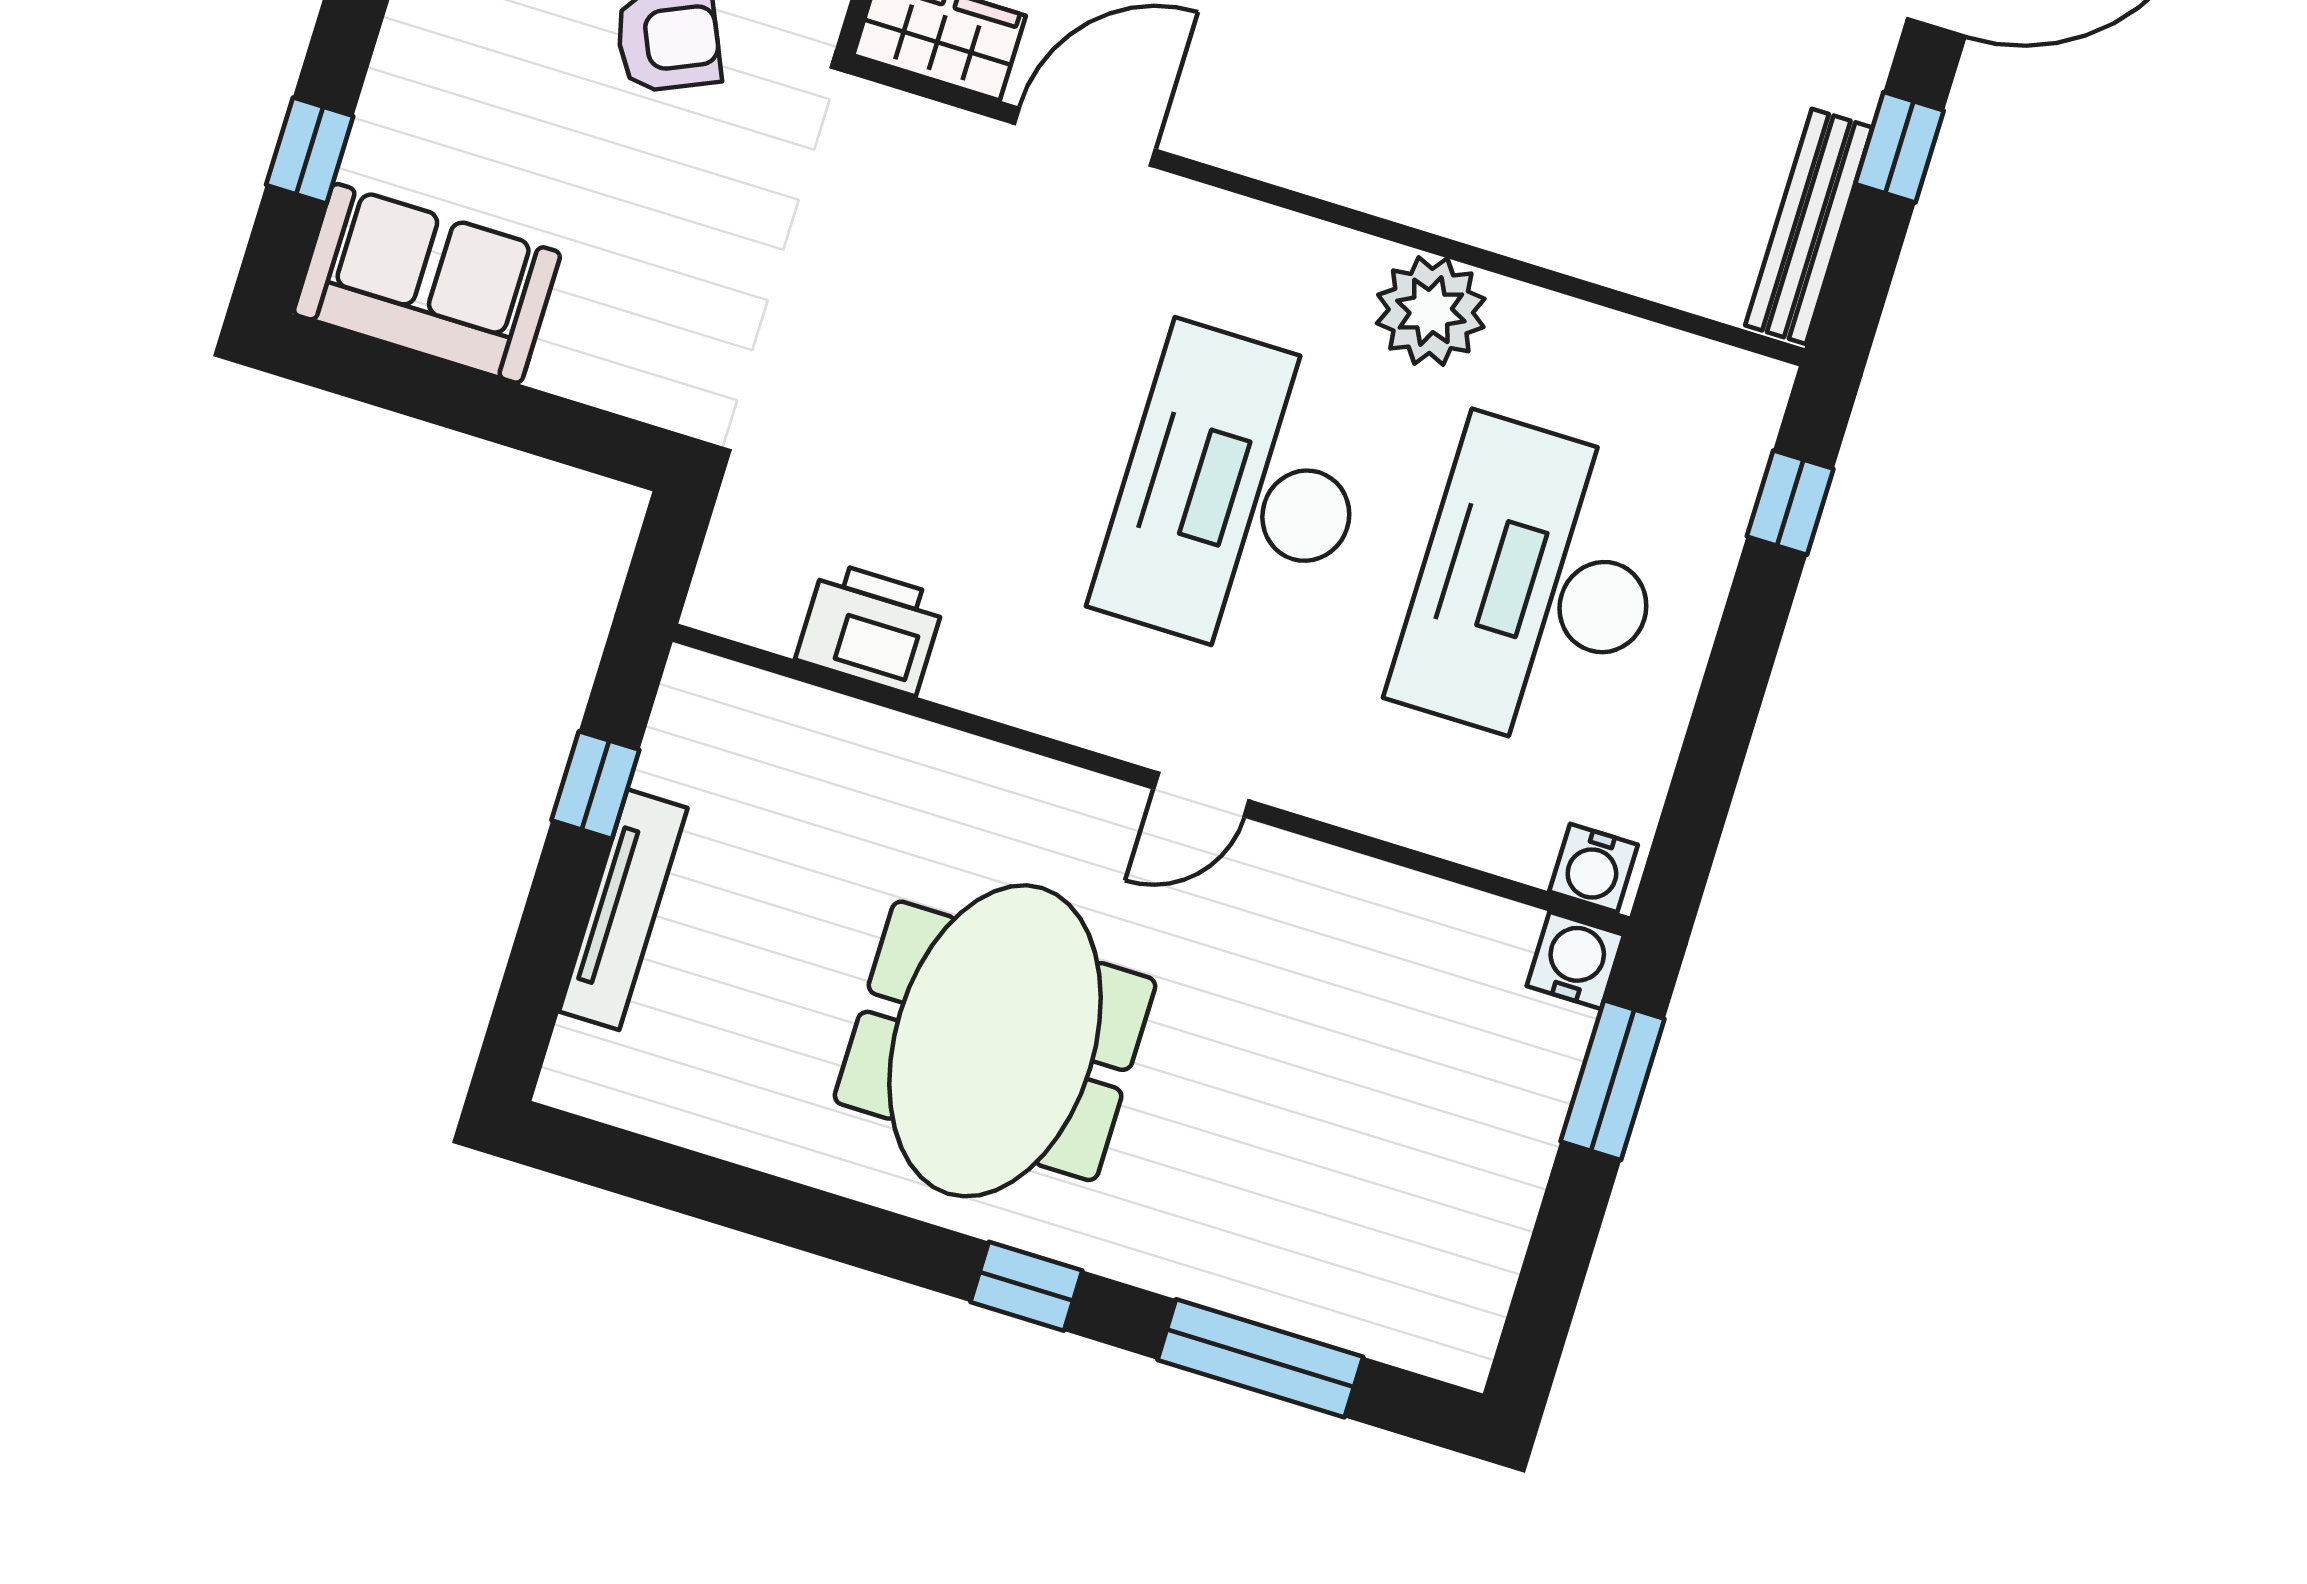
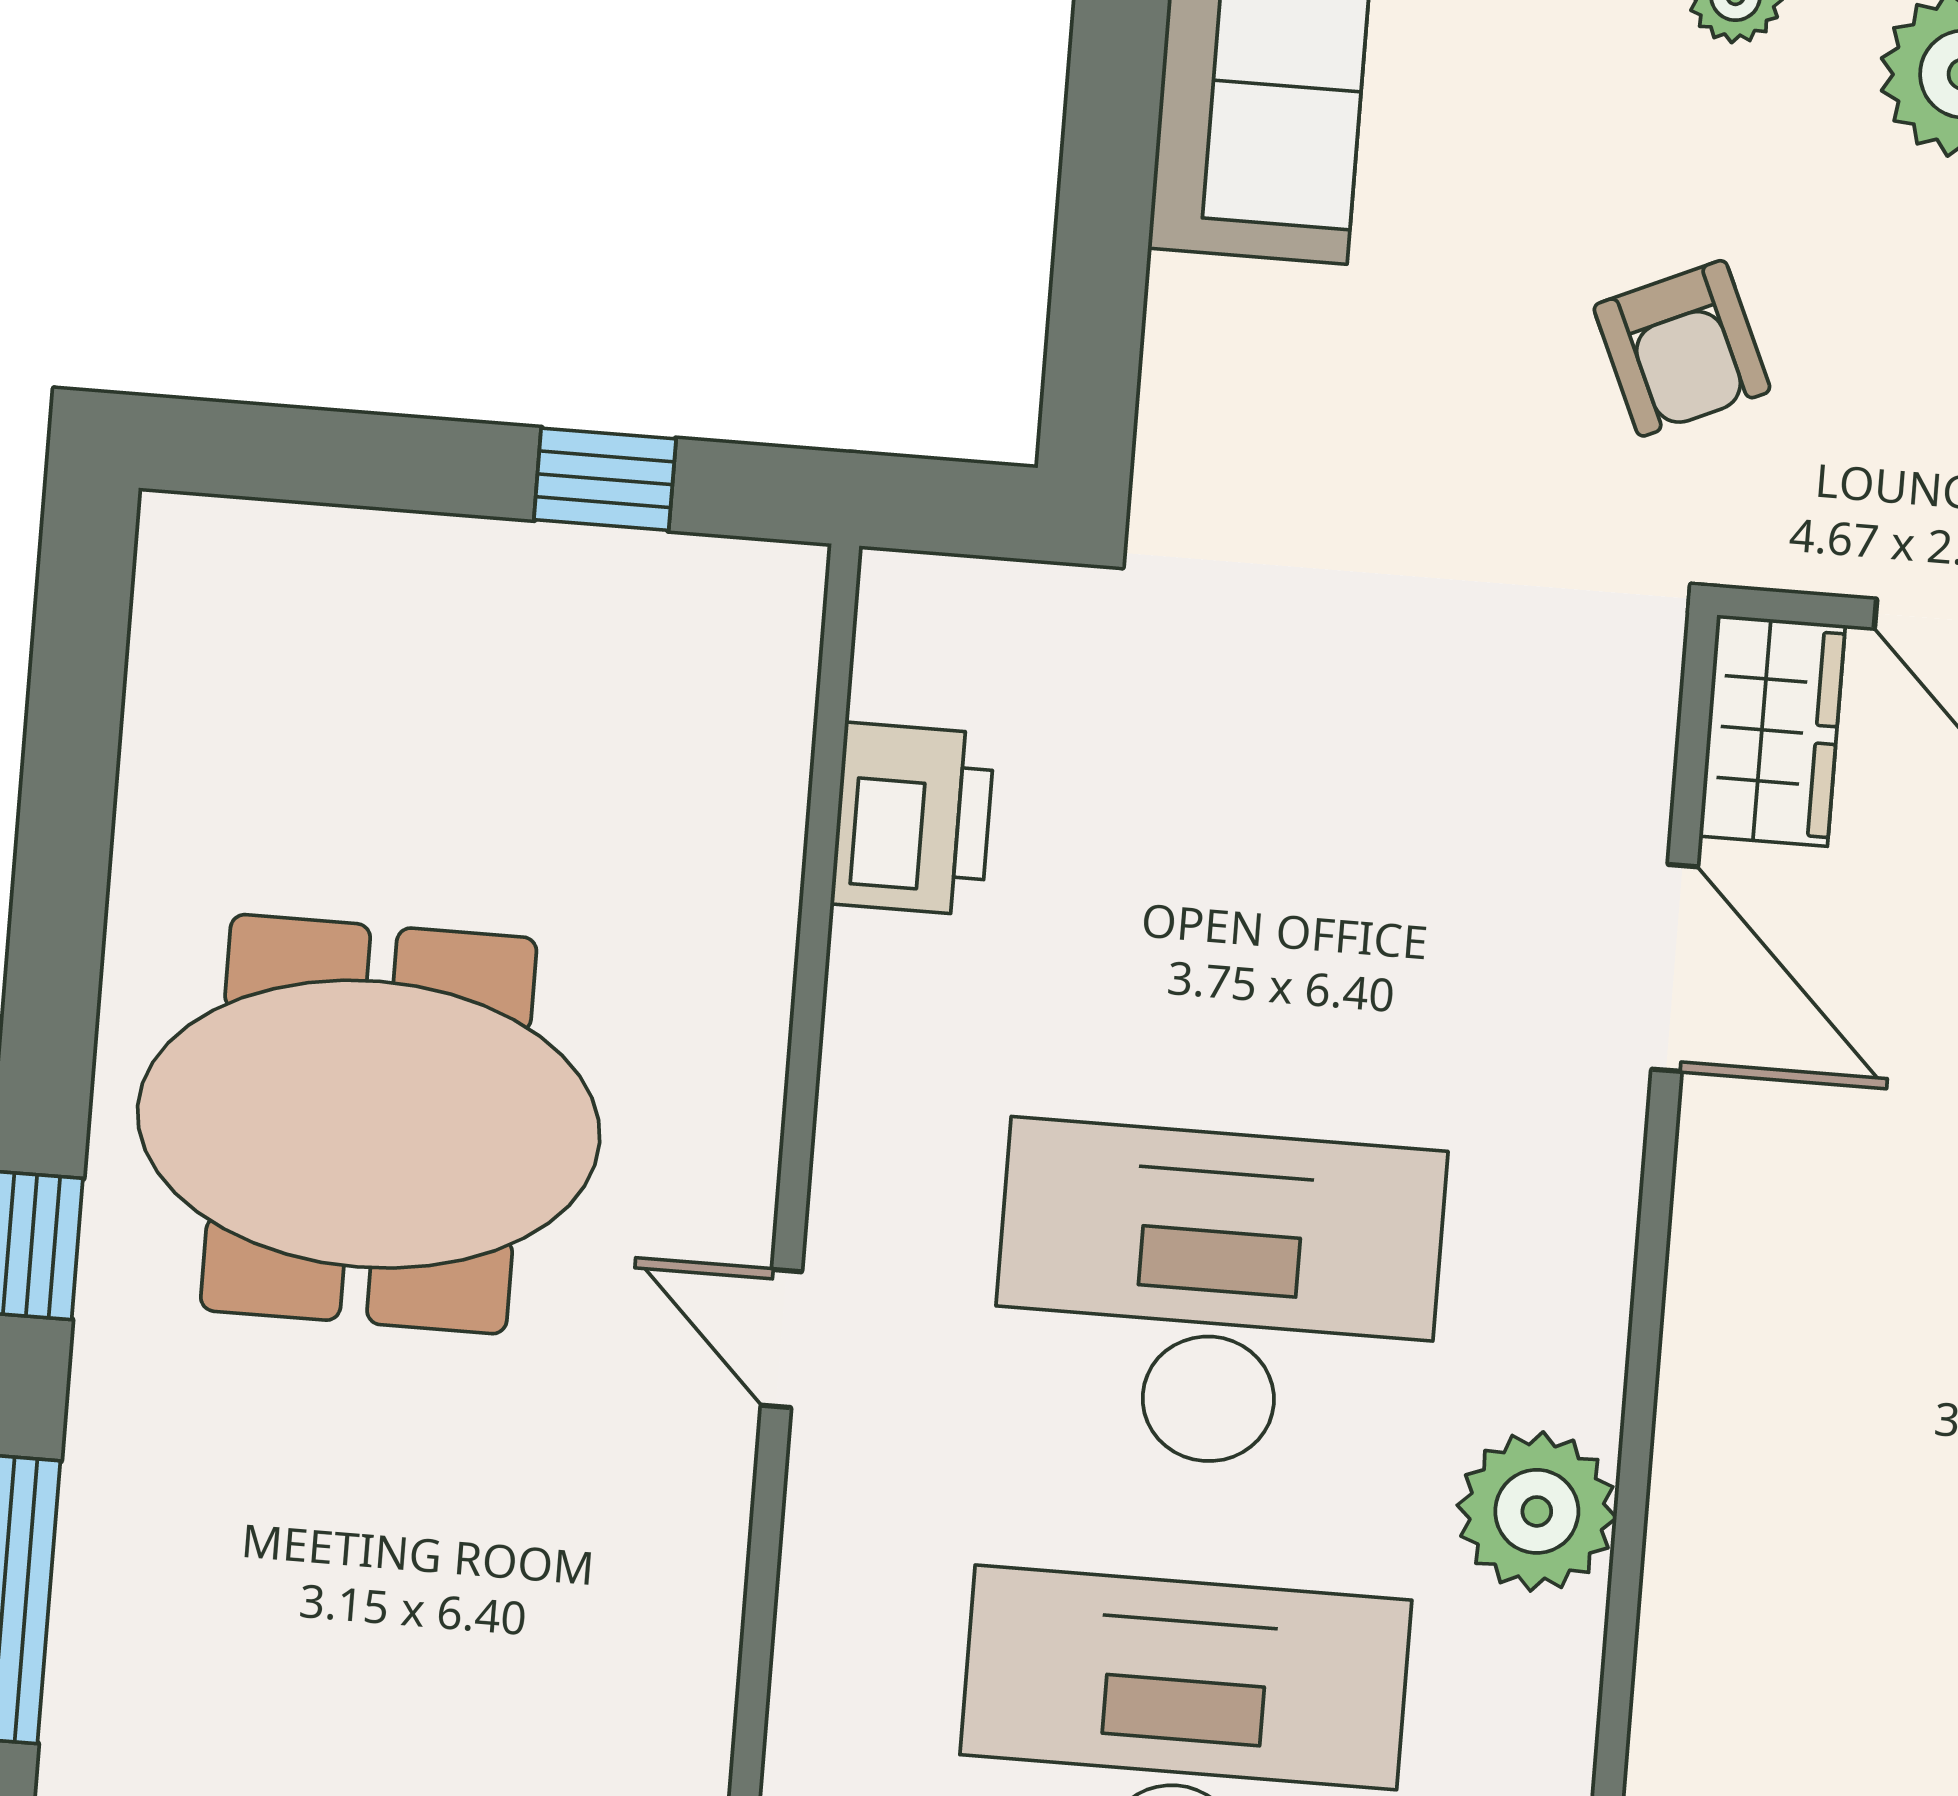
tv unit: (623, 910) -> (437, 558), removed

